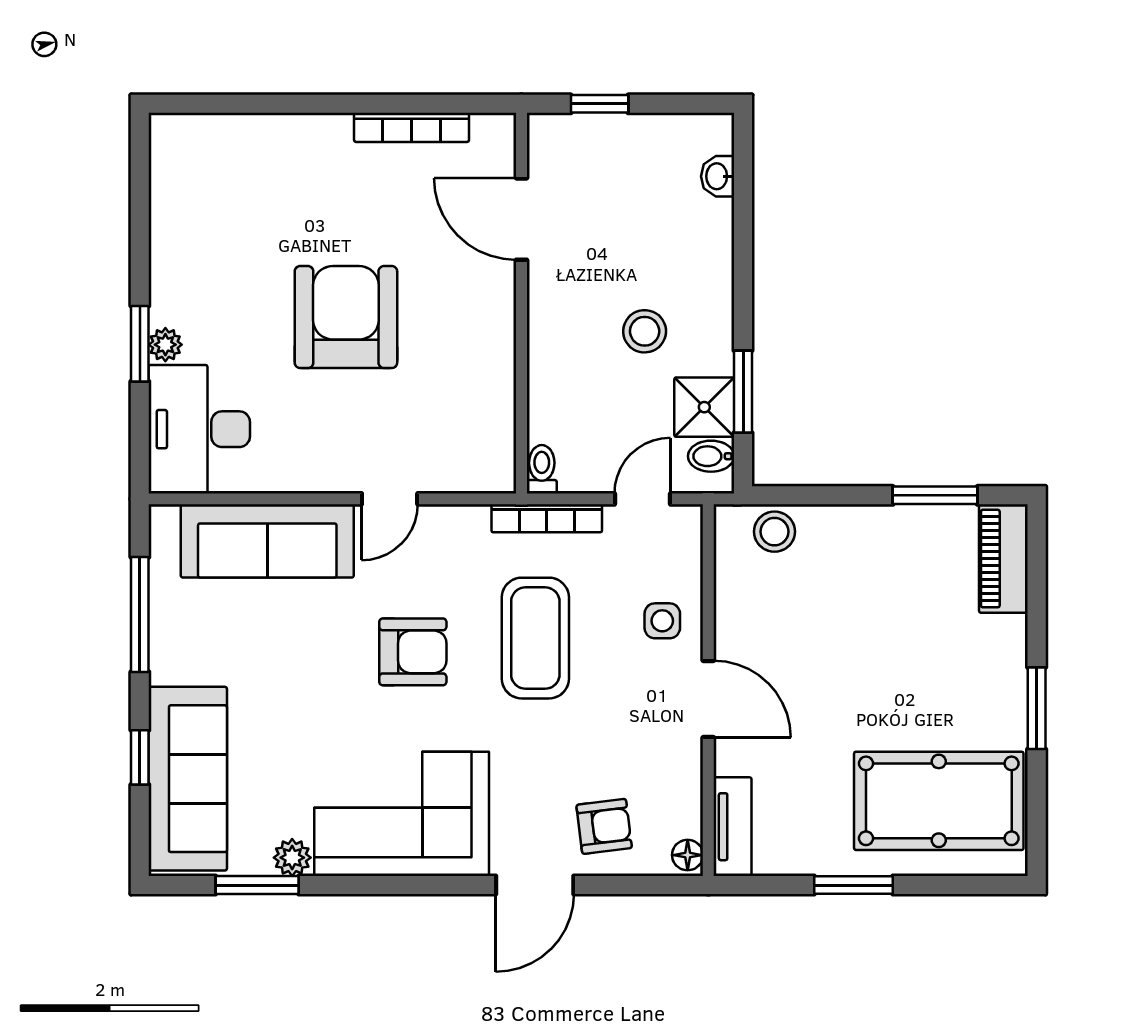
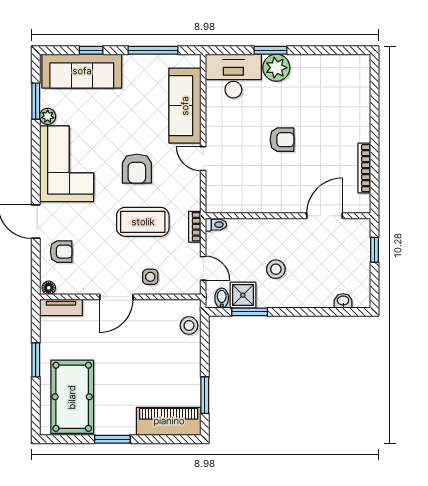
armchair: (346, 317) -> (282, 140), width x0.53, depth x0.53
plant: (165, 345) -> (276, 68), width x1.88, depth x1.88
bookcase: (547, 518) -> (195, 227), width x0.64
piano: (1003, 559) -> (169, 421), width x1.37, depth x1.33
armchair: (604, 826) -> (61, 252), turned -83

